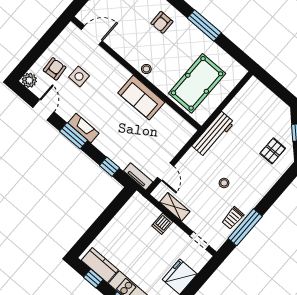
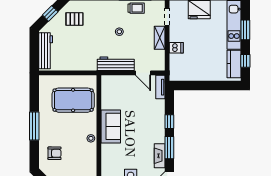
workbench: (266, 98) -> (46, 51), added
fireplace: (83, 128) -> (160, 156), moved
workbench: (213, 134) -> (116, 64), moved
window: (109, 167) -> (169, 122), moved
door: (166, 172) -> (143, 73), swing flipped
shelving: (175, 207) -> (160, 38), moved

